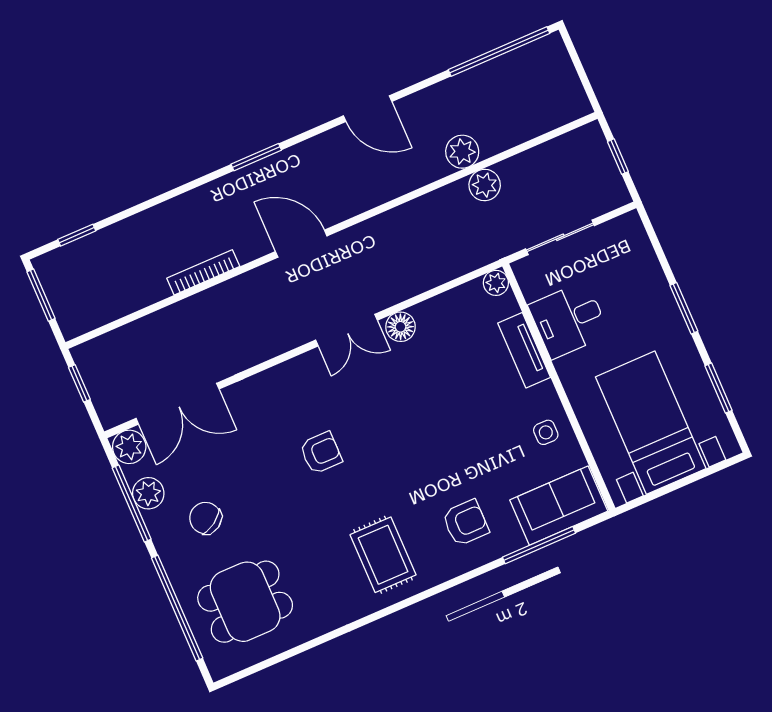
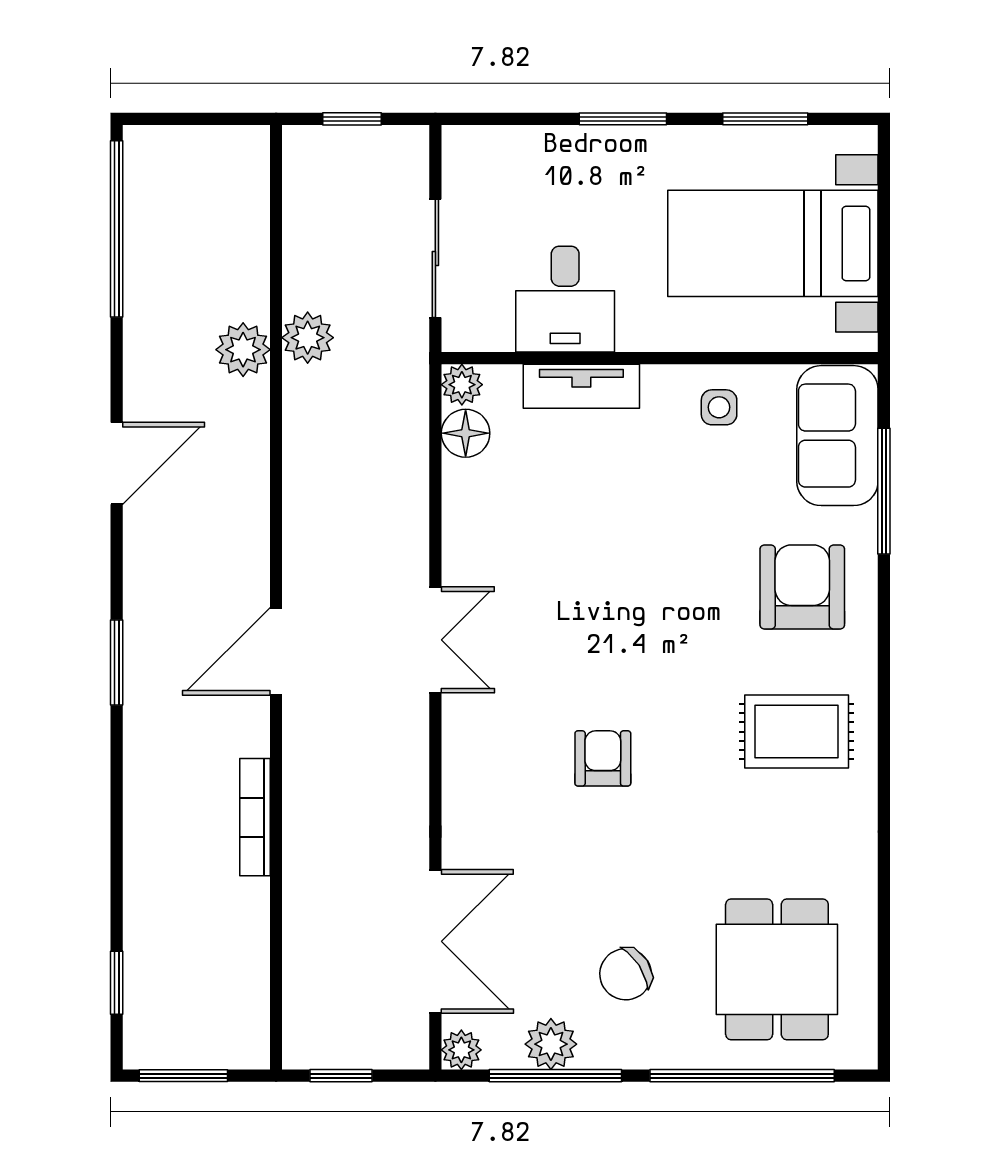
floor lamp: (400, 327) -> (466, 433), moved
plant: (129, 447) -> (461, 1050), width x0.73, depth x0.73
armchair: (465, 523) -> (802, 587), width x1.38, depth x1.38

